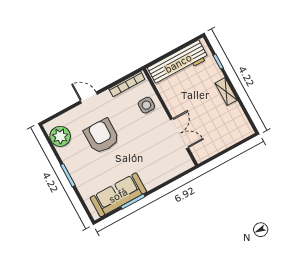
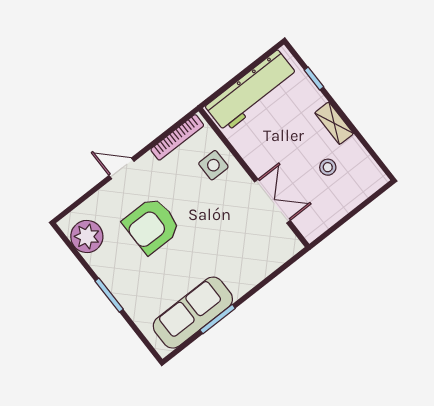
stool: (217, 118) -> (328, 167), added
armchair: (102, 136) -> (152, 225), turned -90

